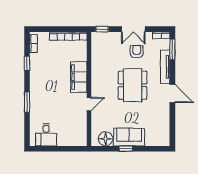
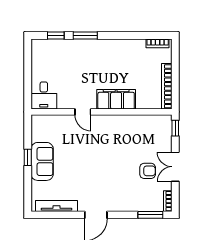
window: (27, 63) -> (56, 35), moved
tv unit: (165, 67) -> (56, 206), moved
dining table: (133, 85) -> (106, 166), removed
desk: (46, 135) -> (44, 96), moved, turned -90
floor lamp: (106, 139) -> (40, 132), removed

